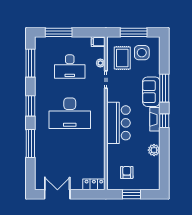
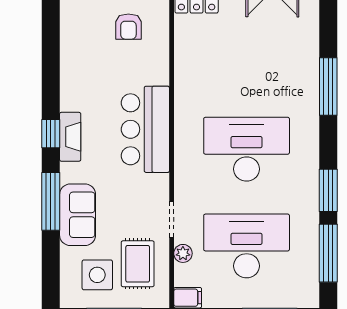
desk: (70, 67) -> (247, 246), width x1.36, depth x1.30
sofa: (151, 92) -> (78, 215), moved
window: (30, 106) -> (328, 190), moved
plant: (154, 150) -> (72, 73), removed

